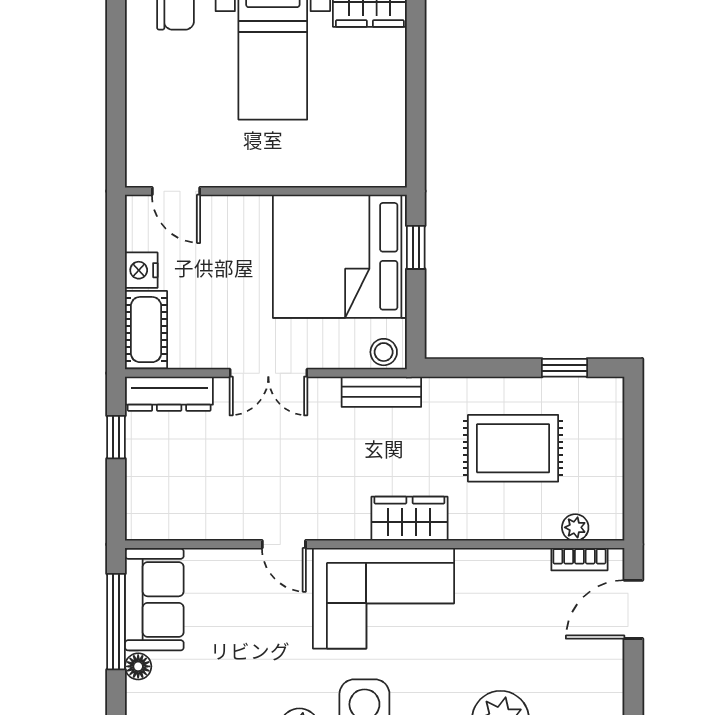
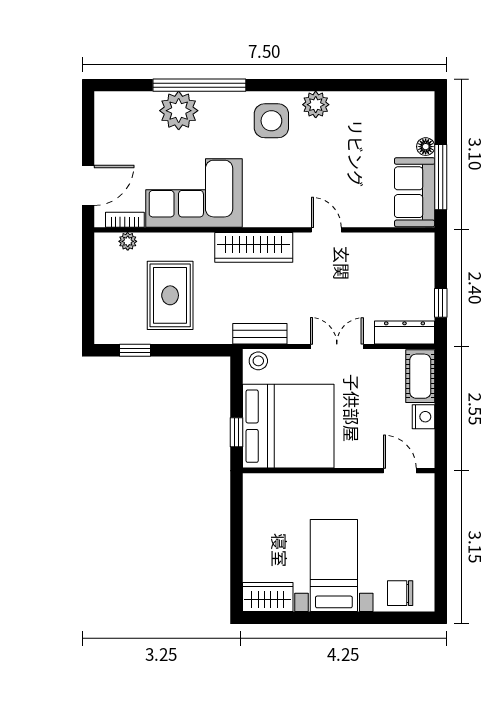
rug: (513, 448) -> (170, 295), turned 90
wardrobe: (409, 519) -> (254, 247), width x1.50
corner sofa: (383, 598) -> (194, 193), moved

